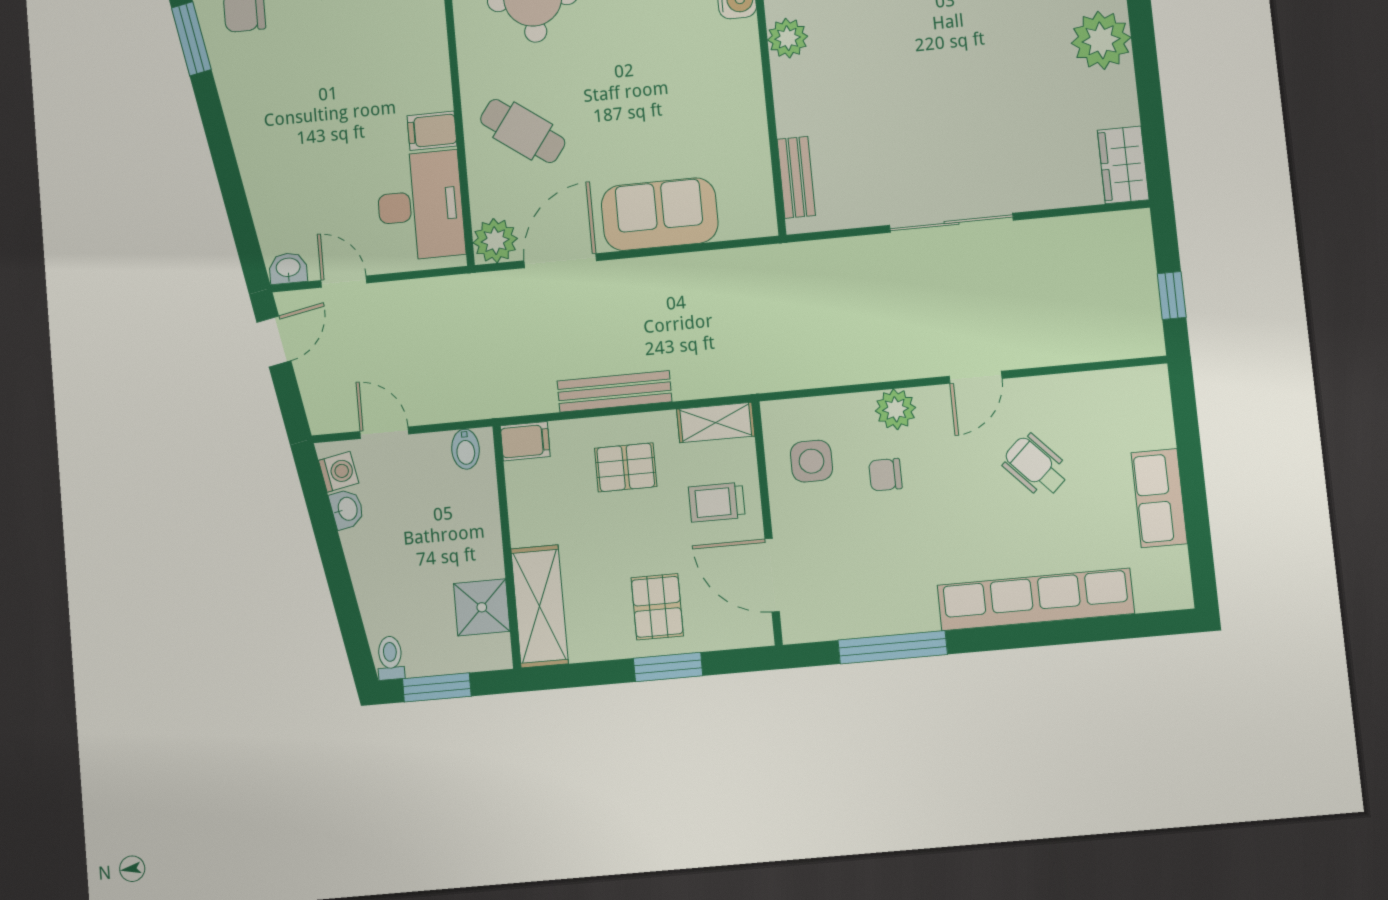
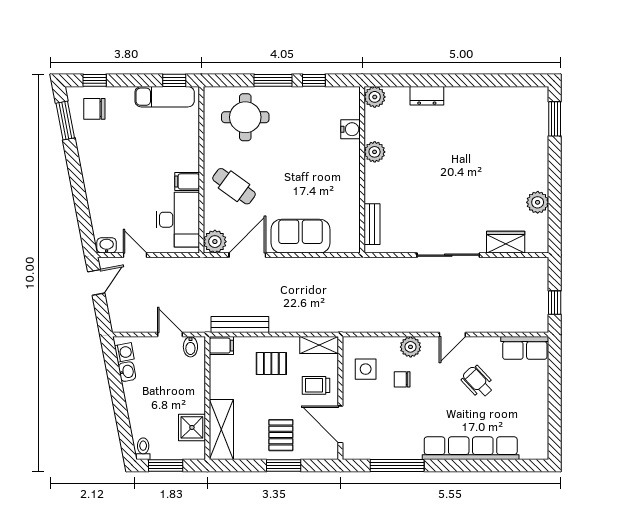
plant: (1101, 40) -> (538, 202), moved, width x0.73, depth x0.73
wardrobe: (1123, 165) -> (506, 242), moved, turned 90
bench: (614, 391) -> (240, 324), moved
door: (384, 433) -> (170, 335), moved
row of seats: (1159, 498) -> (525, 348), moved, turned -90

